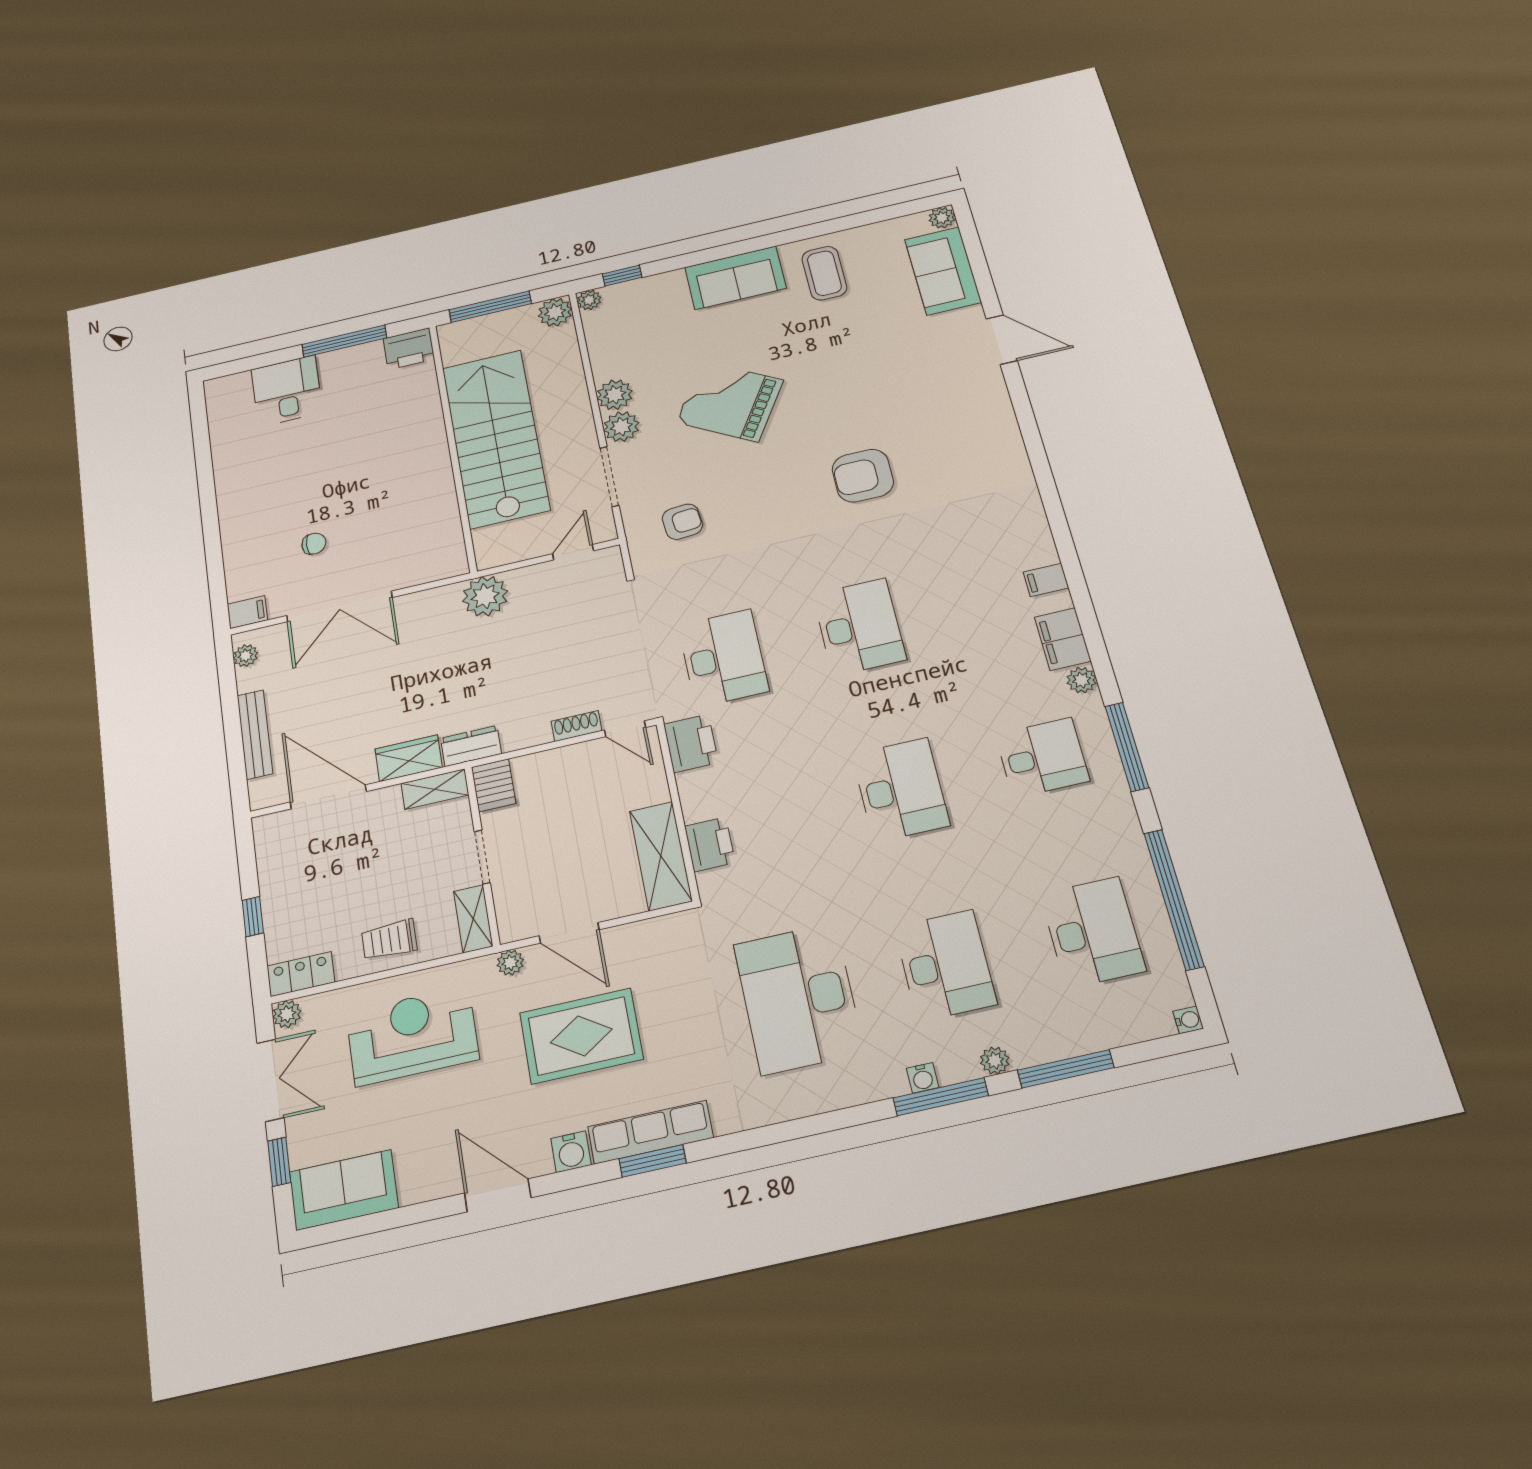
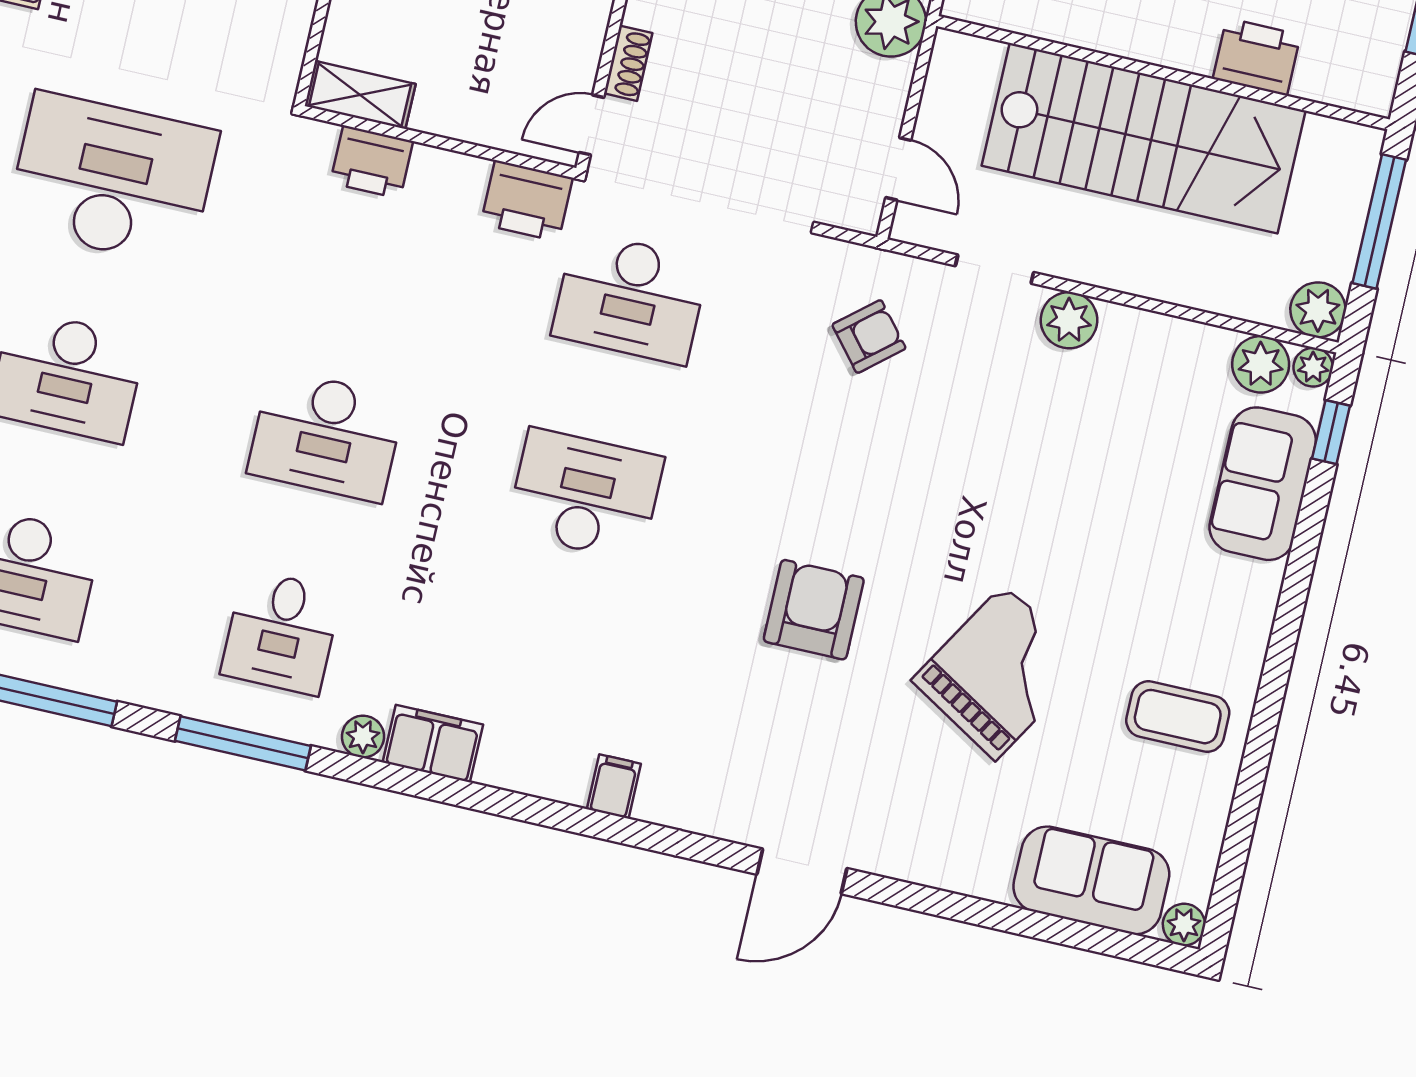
sofa: (735, 278) -> (1263, 484), moved
door: (1002, 340) -> (802, 871), moved
printer: (409, 349) -> (1257, 57), moved, turned 90
plant: (615, 395) -> (1261, 364), moved
grand piano: (730, 401) -> (1000, 672), moved
doorway: (609, 477) -> (995, 269), width x0.73
armchair: (682, 522) -> (869, 336), turned -125
filing cabinet: (1046, 580) -> (614, 786), moved
desk: (859, 627) -> (585, 495), turned 180
shelving: (661, 856) -> (360, 95), width x0.67, depth x0.75

